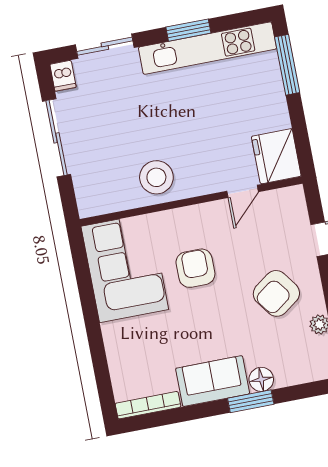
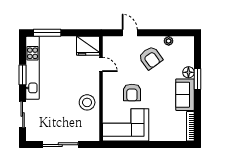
dishwasher: (63, 76) -> (32, 136), removed
armchair: (195, 268) -> (132, 93), turned -90

